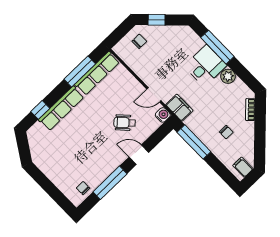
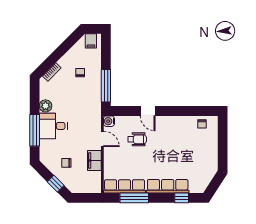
chair: (139, 41) -> (66, 163), moved
filing cabinet: (179, 108) -> (94, 160), moved
wheelchair: (125, 123) -> (137, 139), turned -47
window: (110, 183) -> (182, 111), removed

